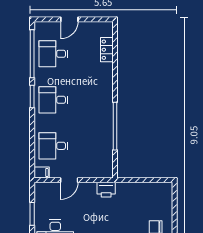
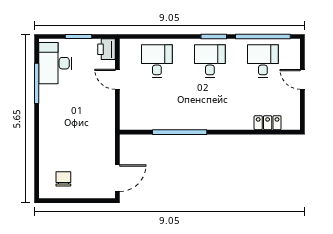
filing cabinet: (42, 173) -> (126, 48), removed
door: (155, 180) -> (117, 178), added
printer: (106, 190) -> (106, 49), moved

